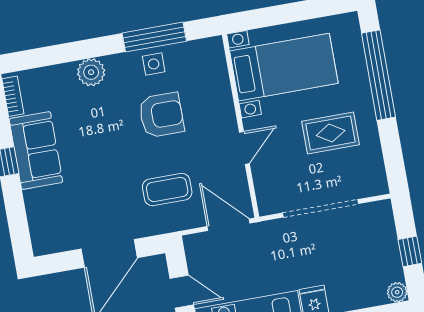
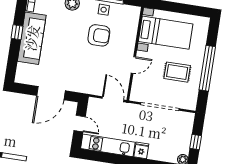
window: (378, 75) -> (207, 68), moved
sofa: (36, 151) -> (32, 38), width x1.36
coffee table: (167, 190) -> (89, 72), removed

